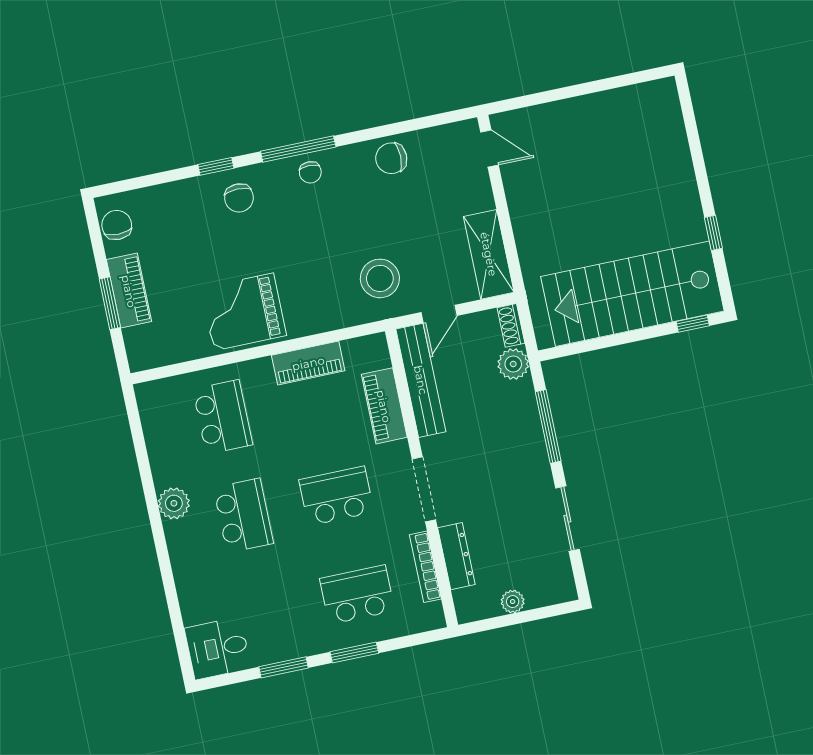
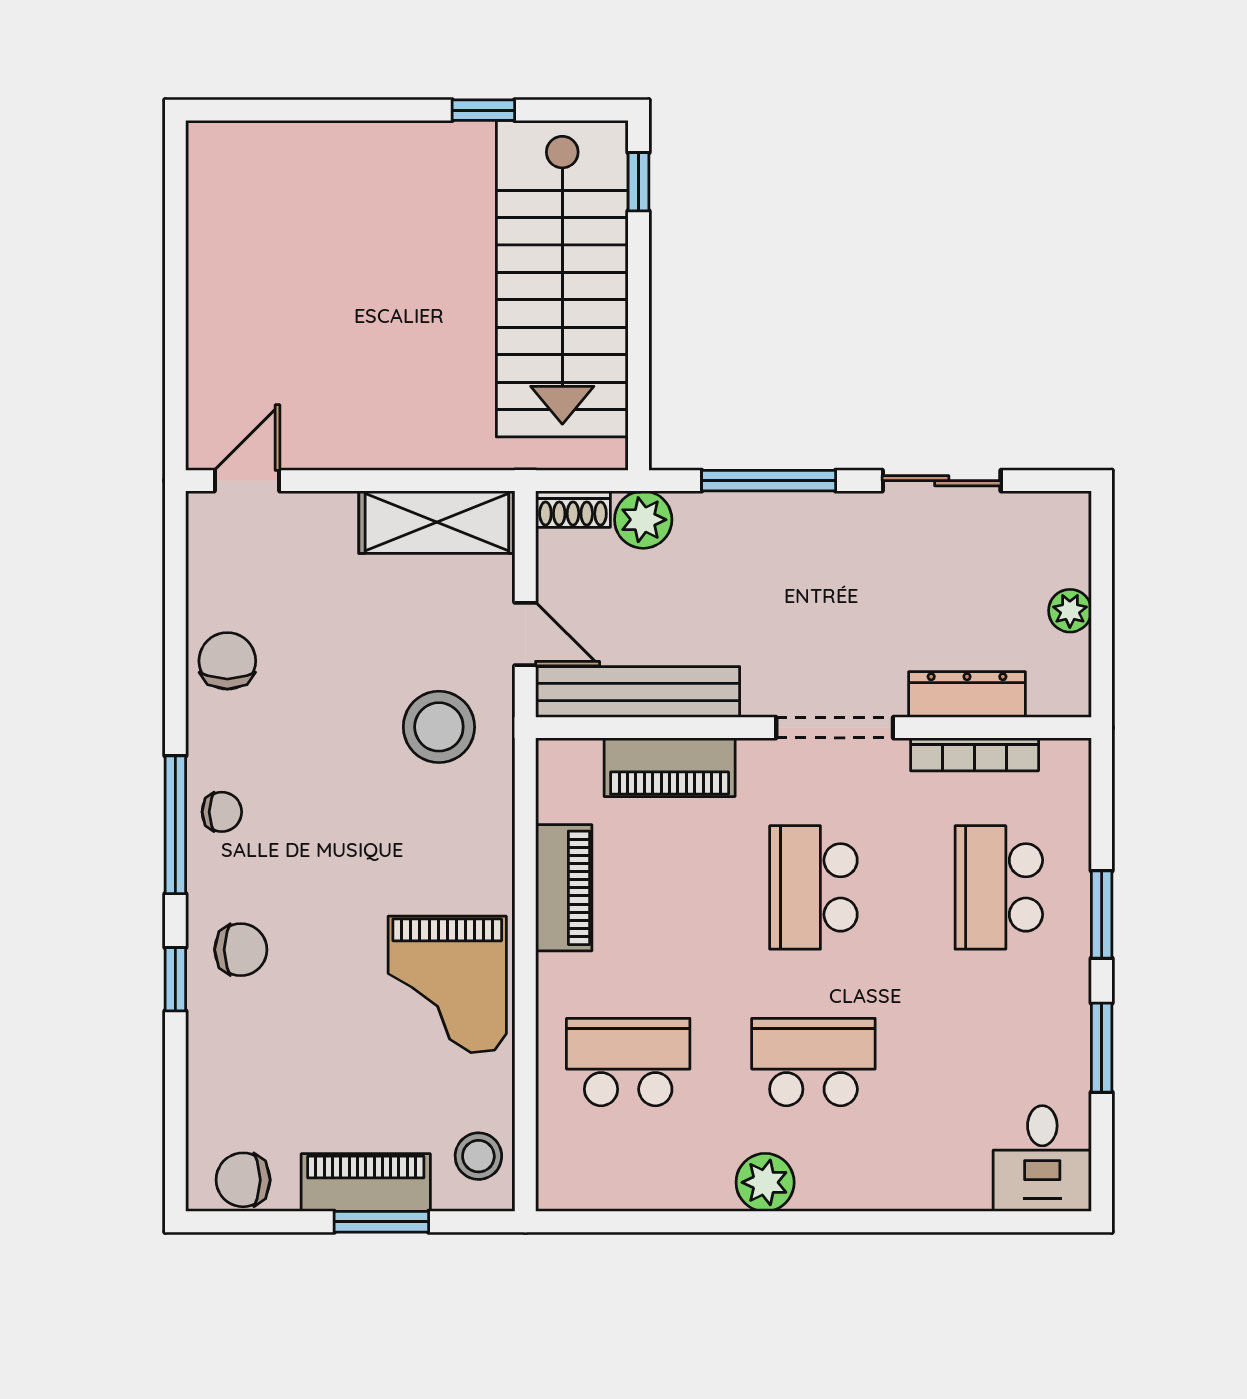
chair: (391, 158) -> (227, 661), turned 180
stool: (156, 348) -> (478, 1156), added

